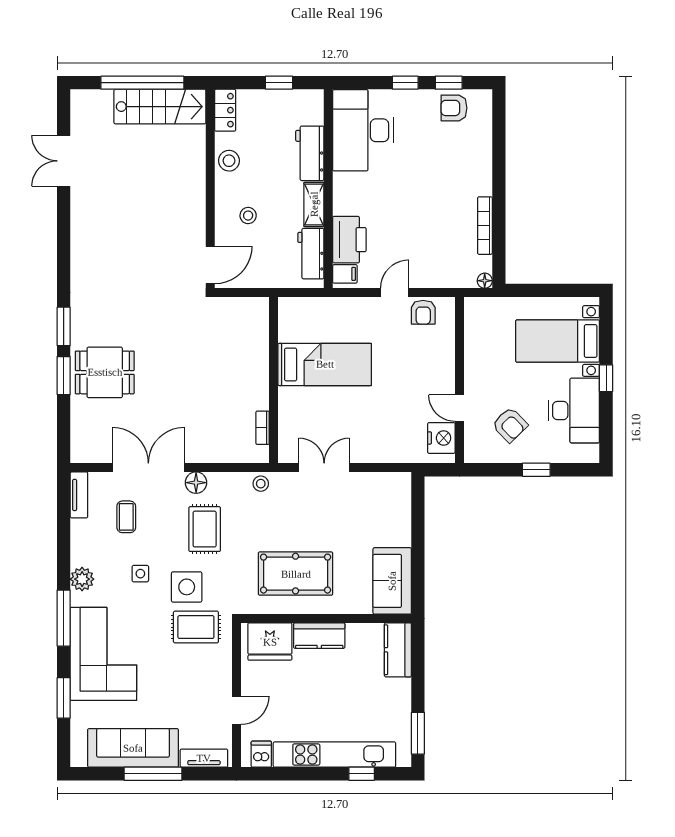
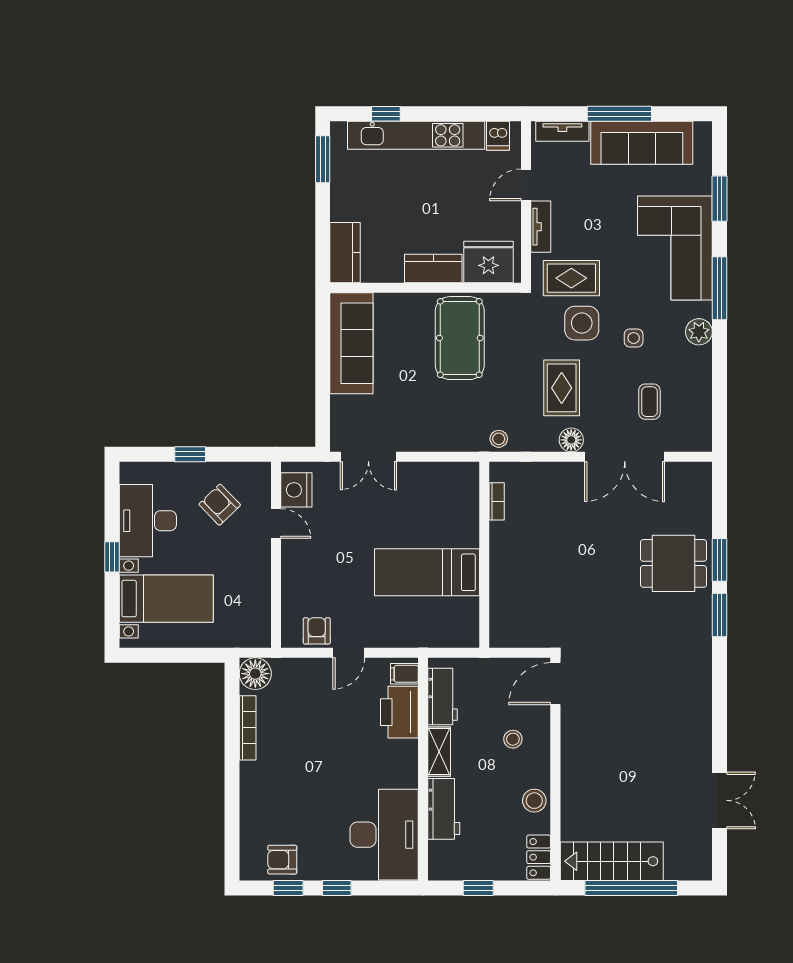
armchair: (454, 108) -> (282, 860), turned 180
floor lamp: (485, 281) -> (255, 674), width x1.89, depth x1.89
double door: (324, 468) -> (368, 457), moved
tv unit: (79, 495) -> (541, 227), moved, turned 180
pool table: (296, 574) -> (460, 338), turned 90
sofa: (392, 581) -> (351, 343), width x1.36

